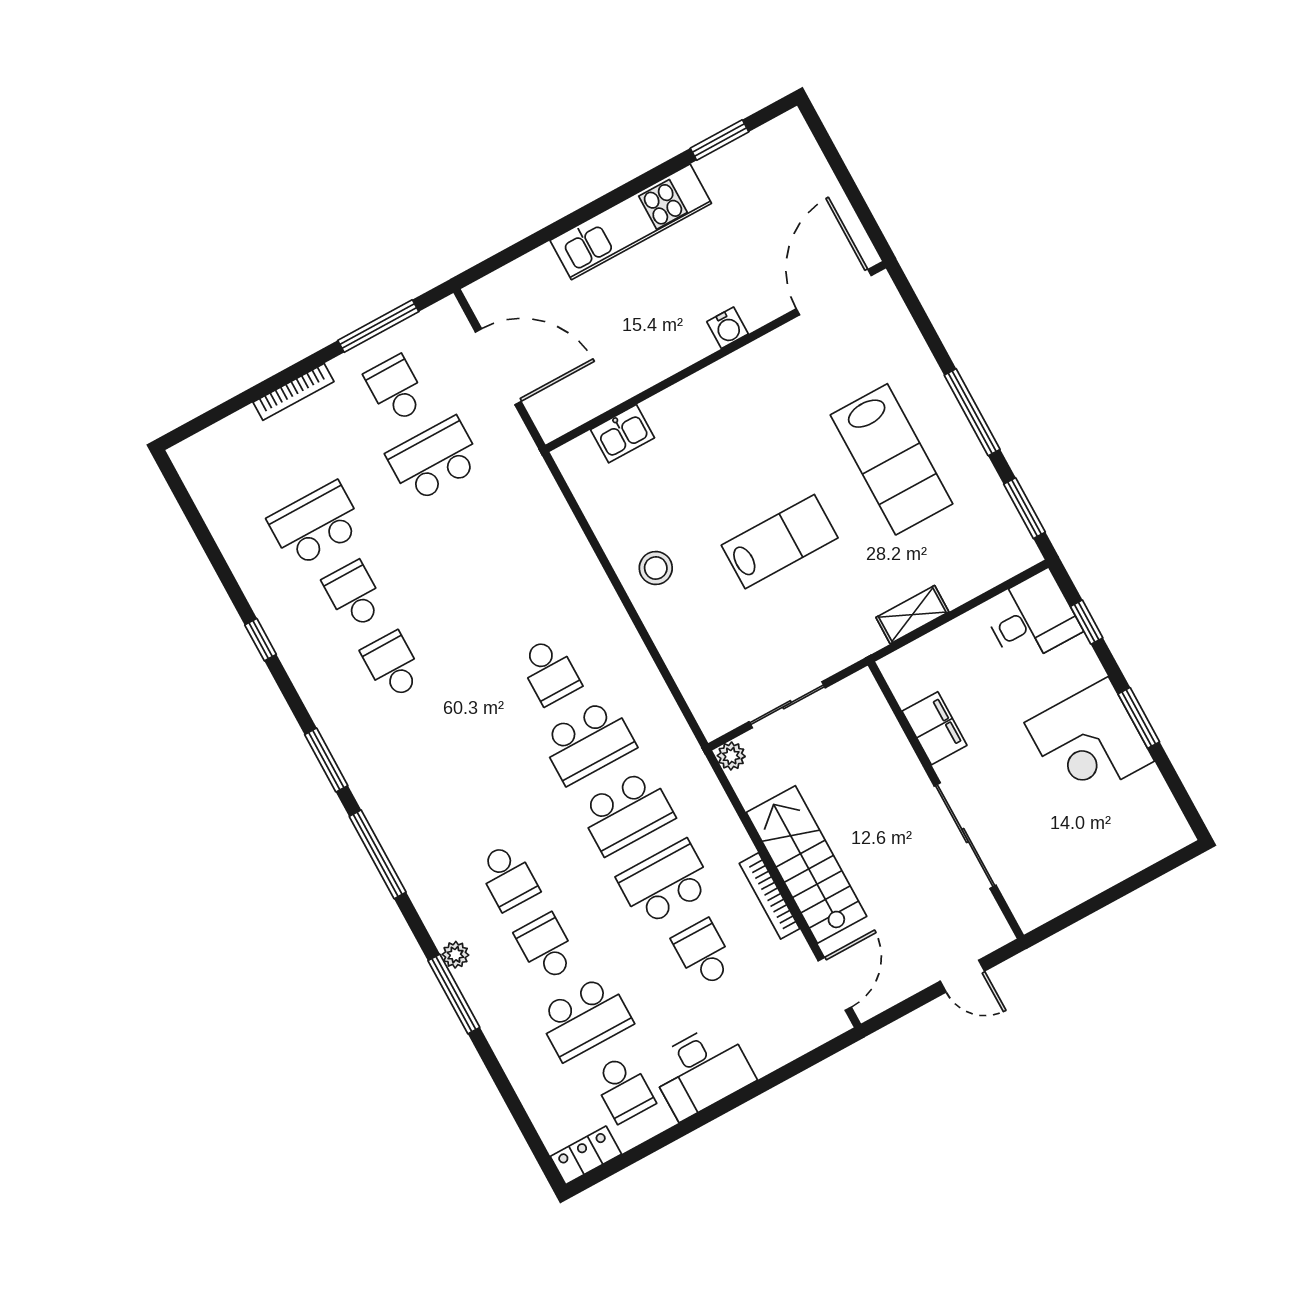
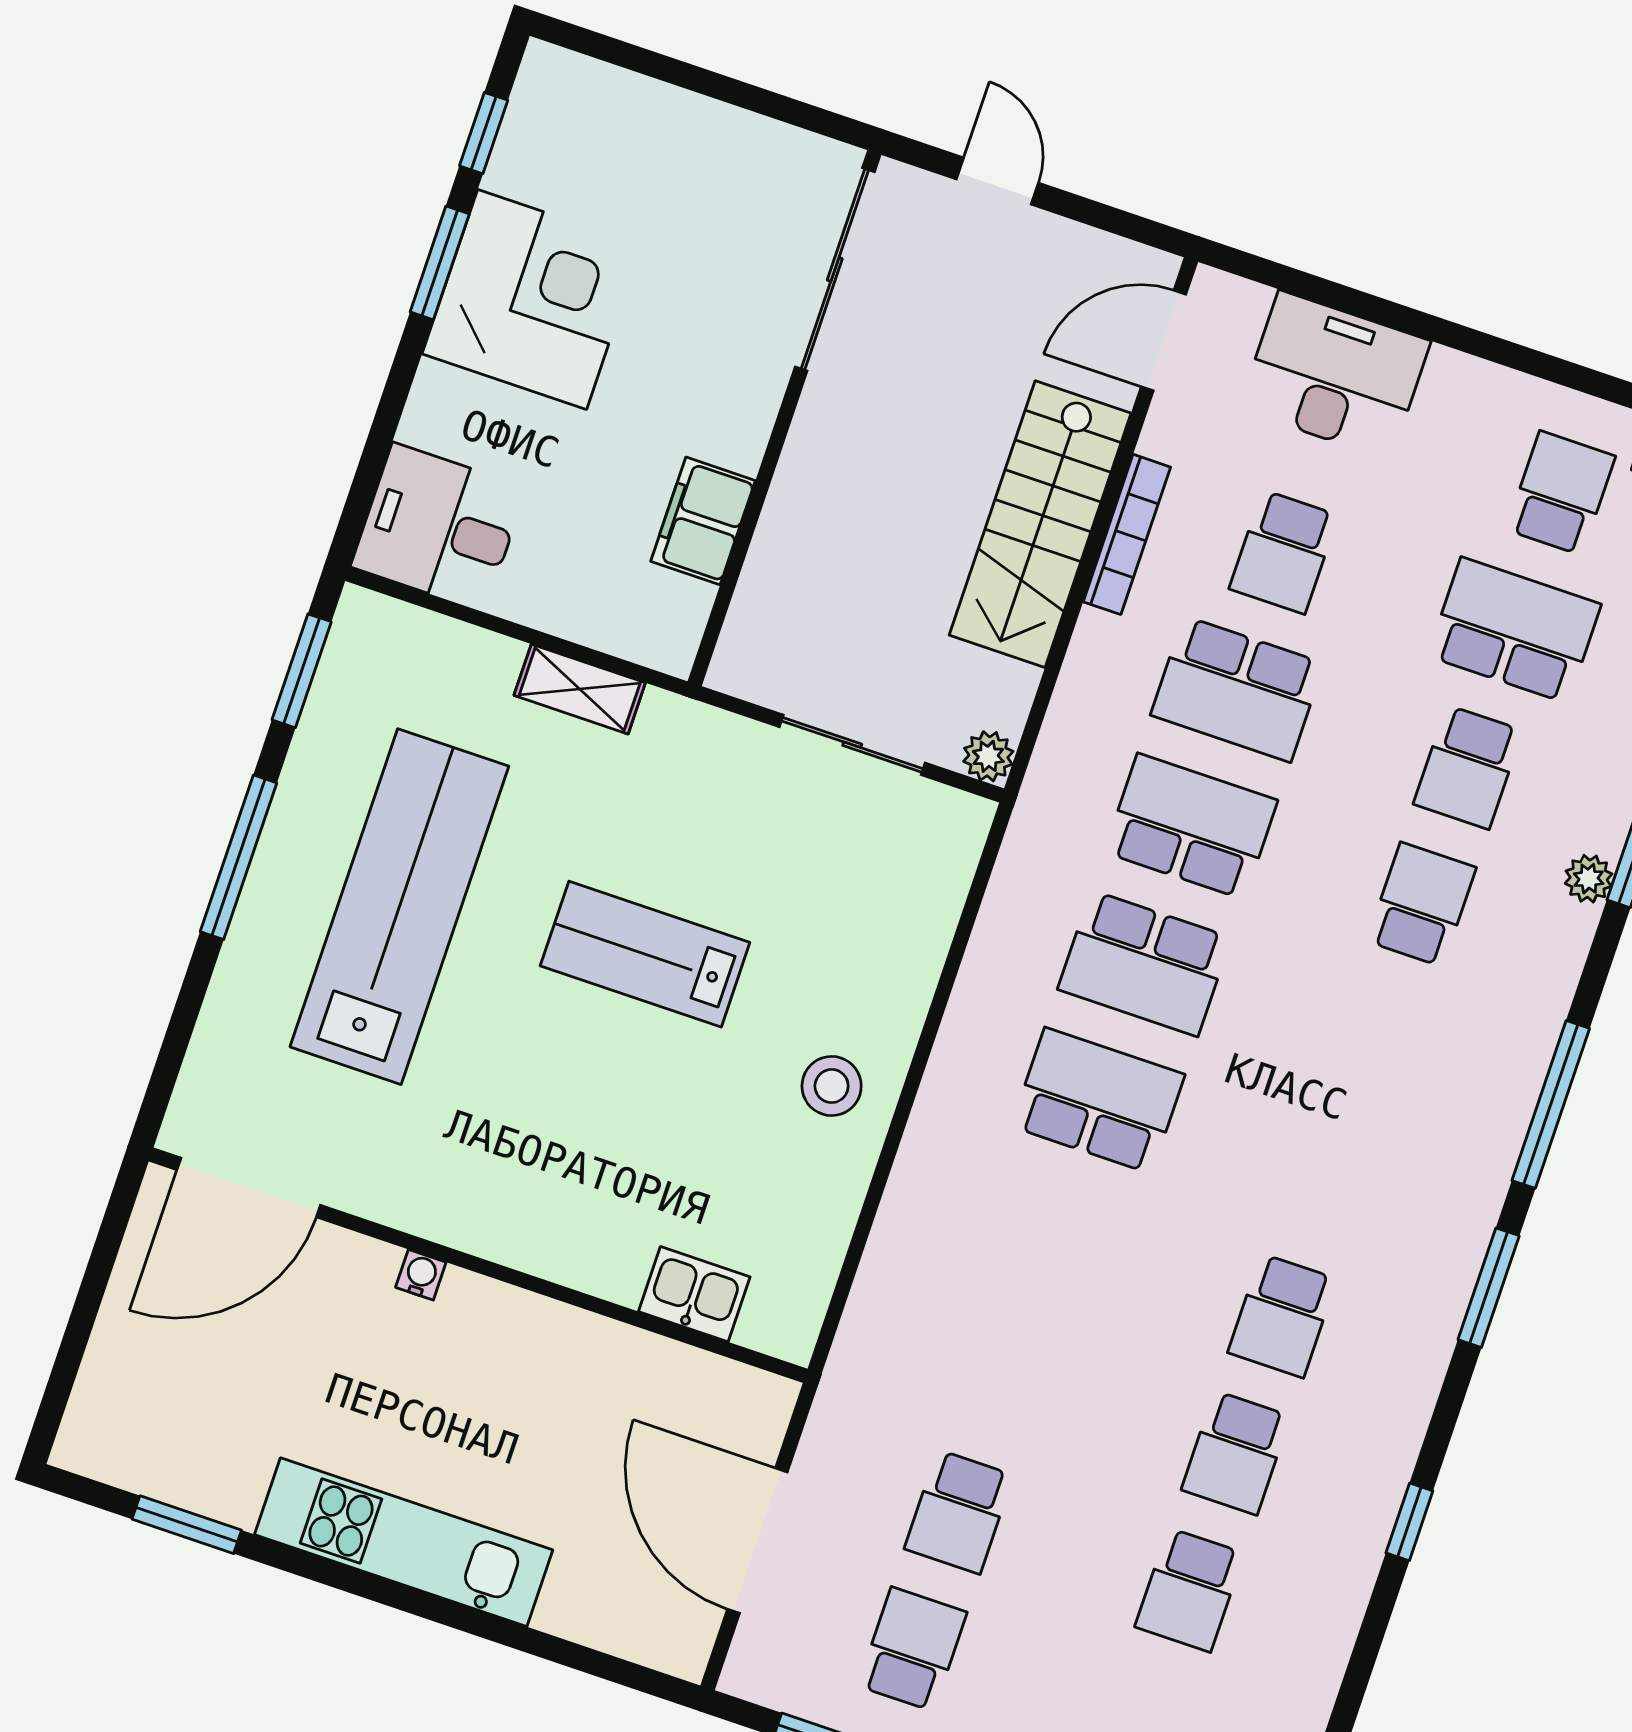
water cooler: (728, 328) -> (421, 1275), width x0.72, depth x0.72
school desk: (396, 389) -> (912, 1649), turned 180
lab bench: (892, 459) -> (399, 907), width x1.36
school desk: (434, 460) -> (959, 1512), width x0.54
school desk: (316, 524) -> (1189, 1590), width x0.54
window: (1087, 622) -> (484, 133), moved
school desk: (550, 671) -> (1098, 1101), width x1.85
school desk: (588, 742) -> (1144, 963), turned 180
sliding door: (965, 836) -> (835, 269), moved
desk: (701, 1071) -> (1335, 375), moved

